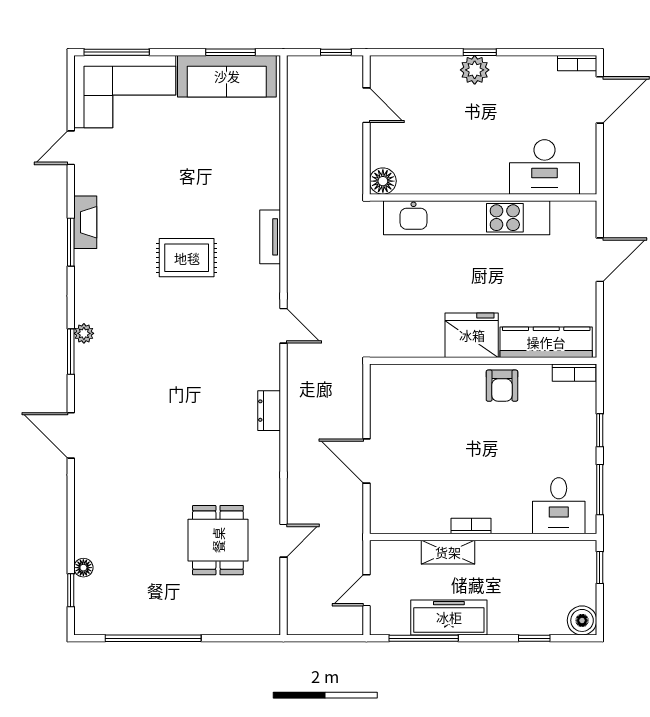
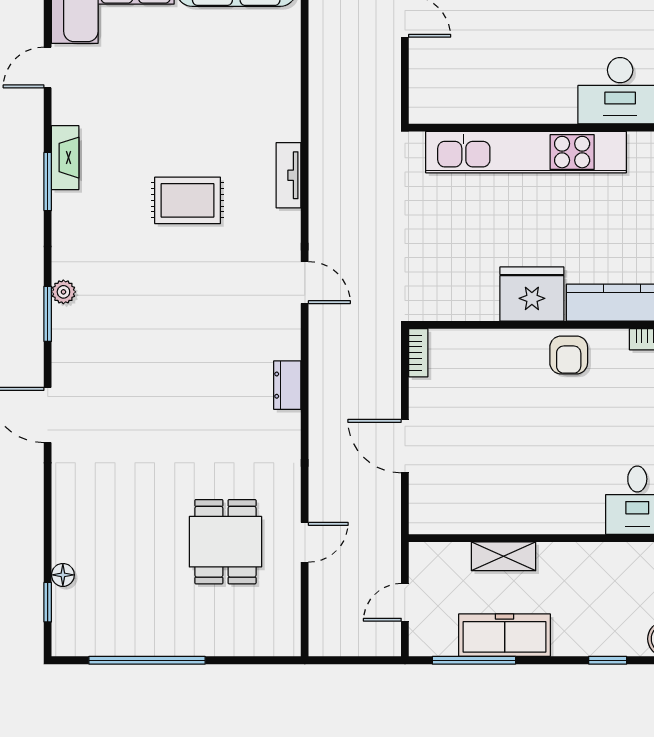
floor lamp: (383, 181) -> (425, 108), removed
bookcase: (471, 526) -> (418, 353), moved, turned 90

